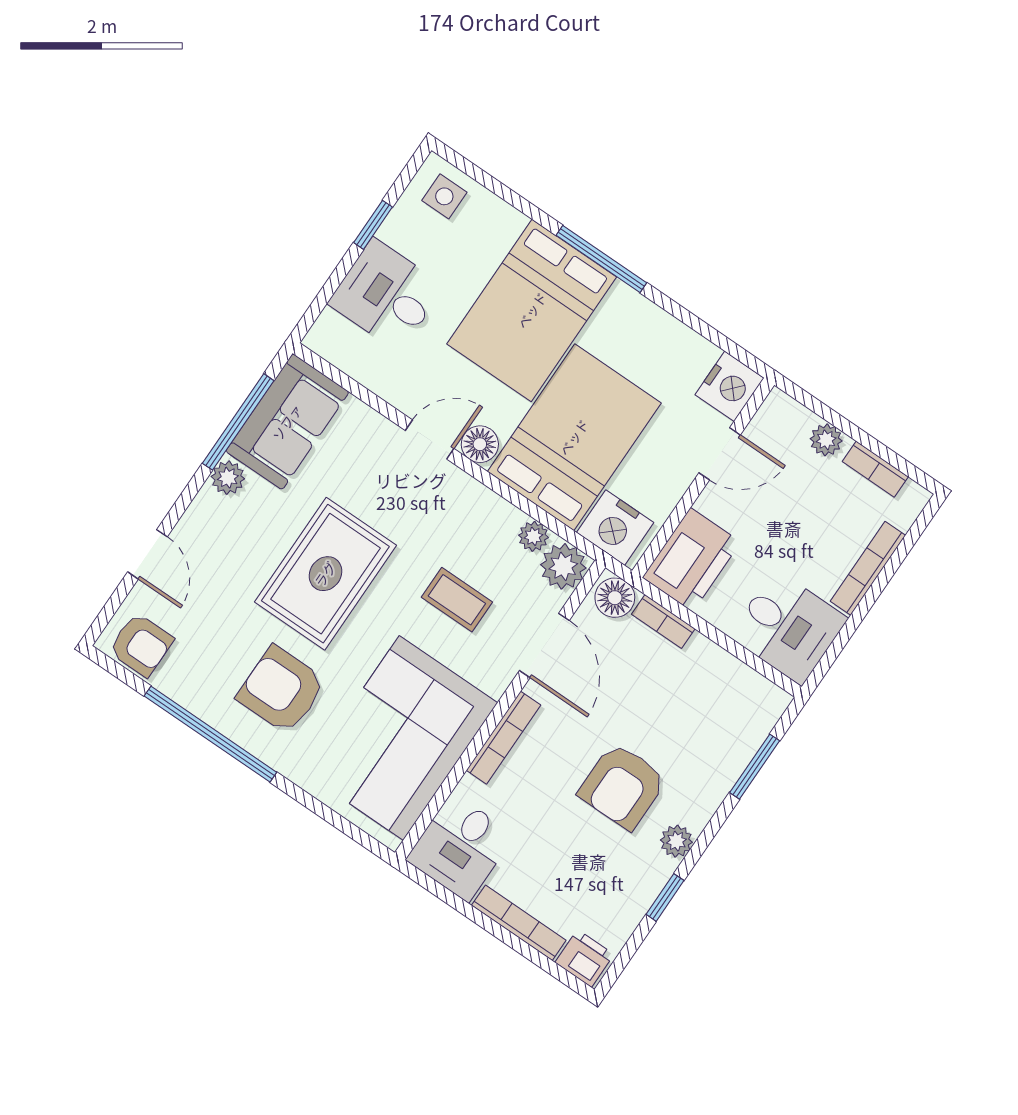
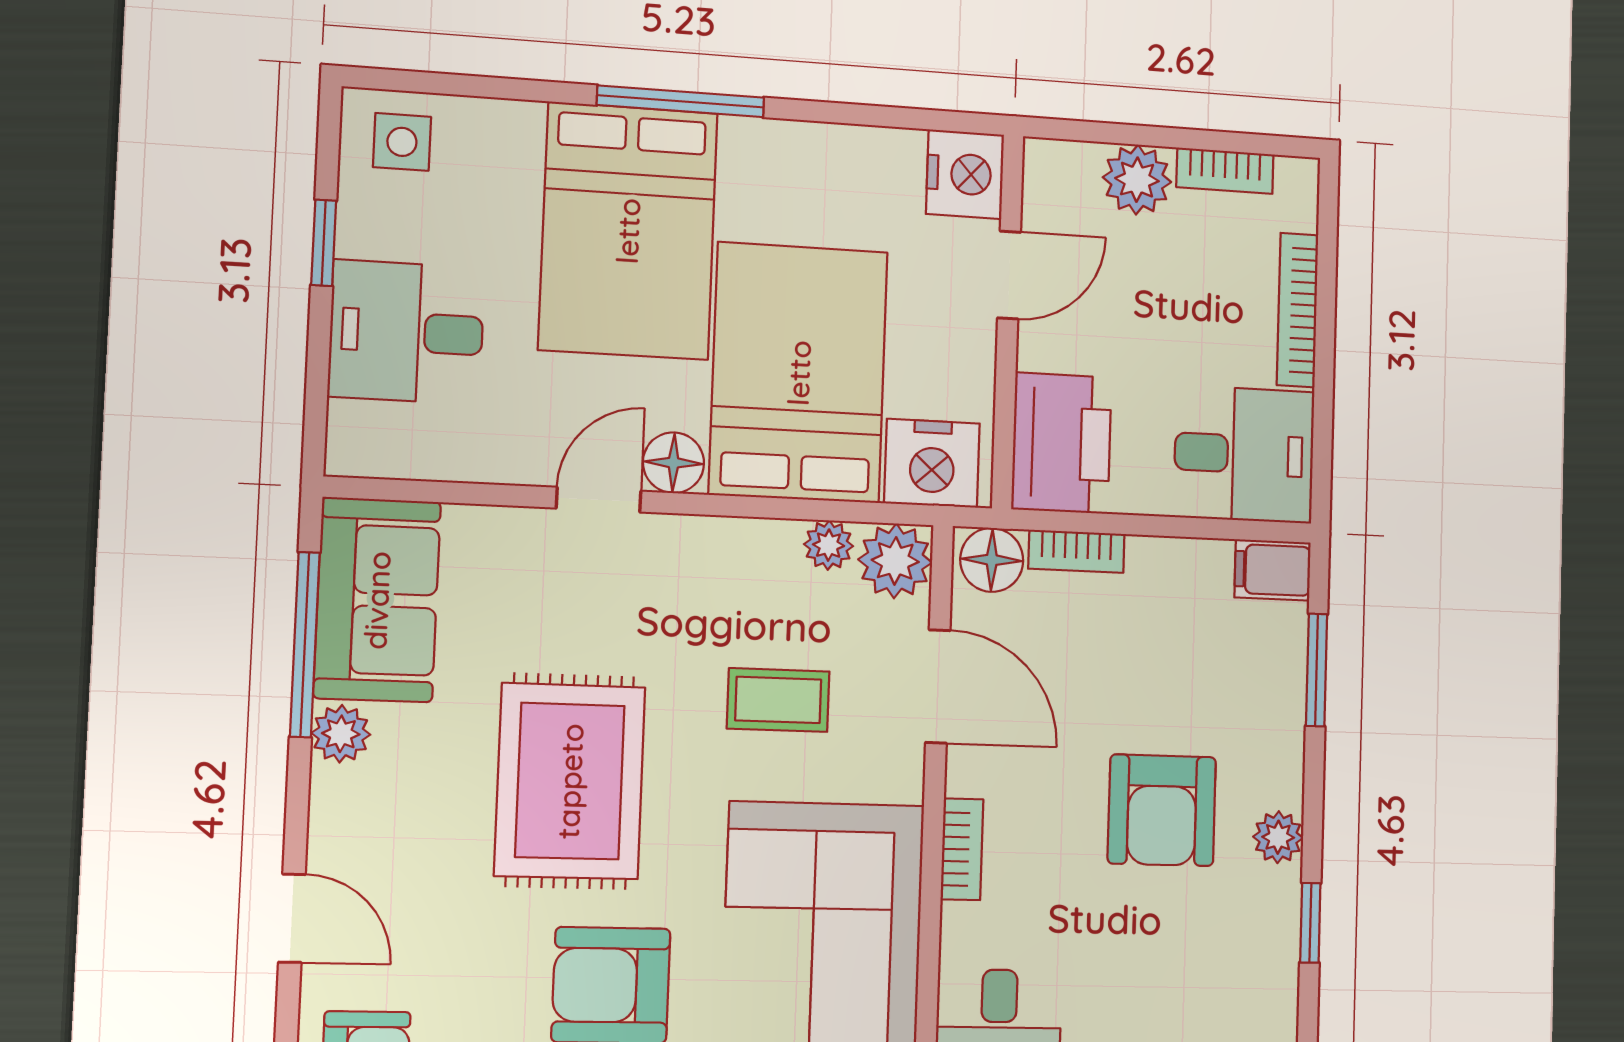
plant: (826, 440) -> (1137, 180), width x1.38, depth x1.38
filing cabinet: (764, 698) -> (1273, 570), added
bookcase: (503, 738) -> (962, 849), width x0.64

